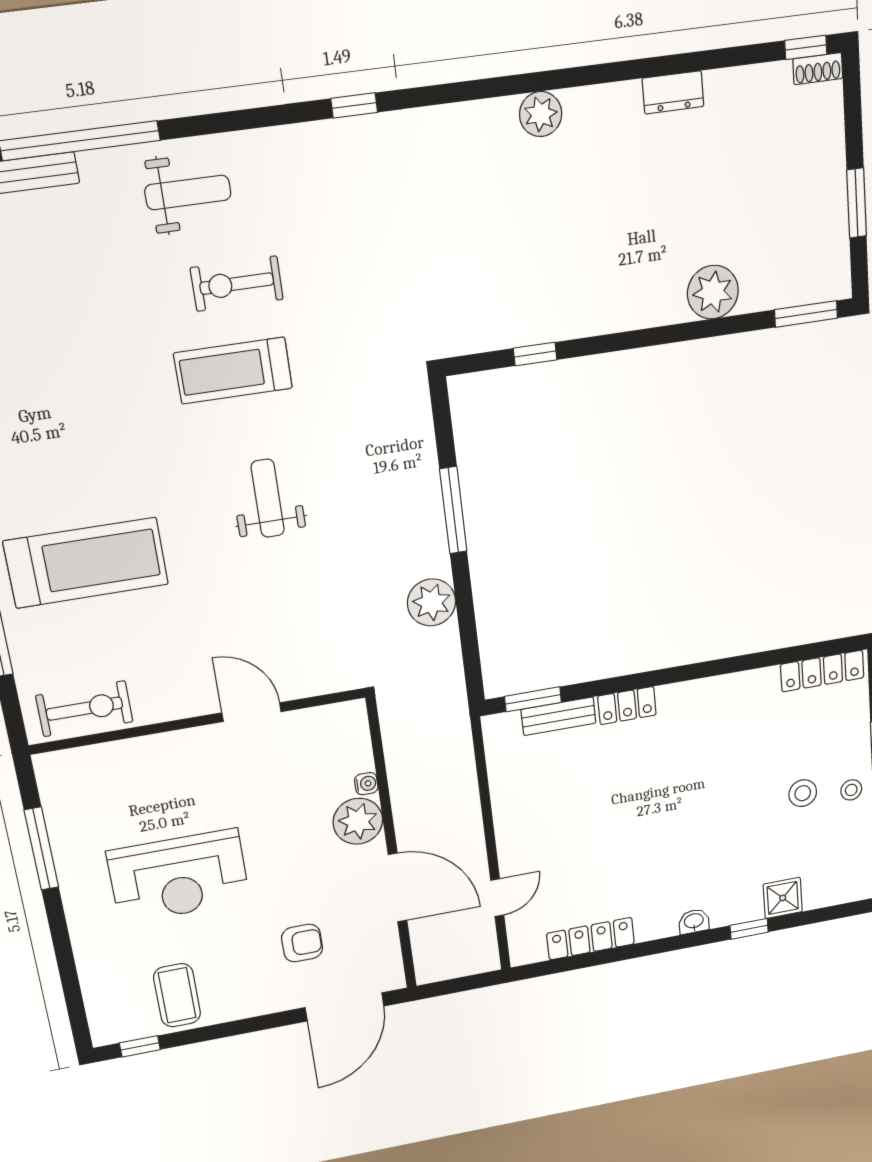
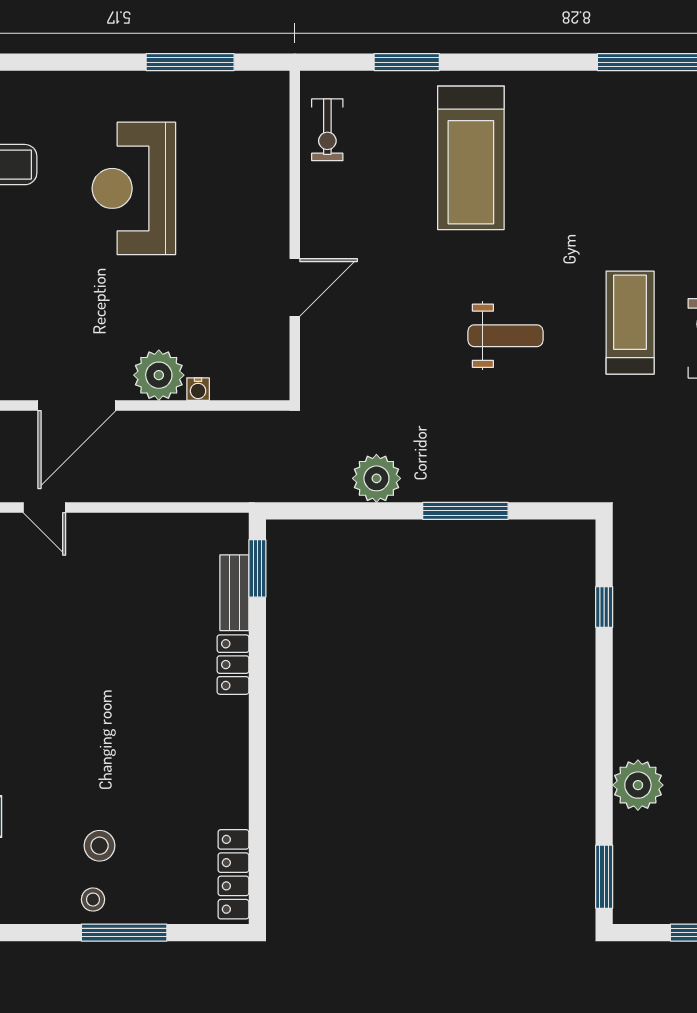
exercise bike: (84, 709) -> (327, 130), width x0.73, depth x0.72
armchair: (302, 943) -> (34, 300), removed

